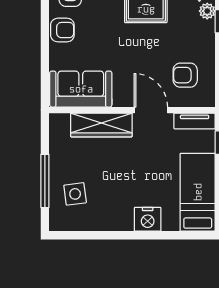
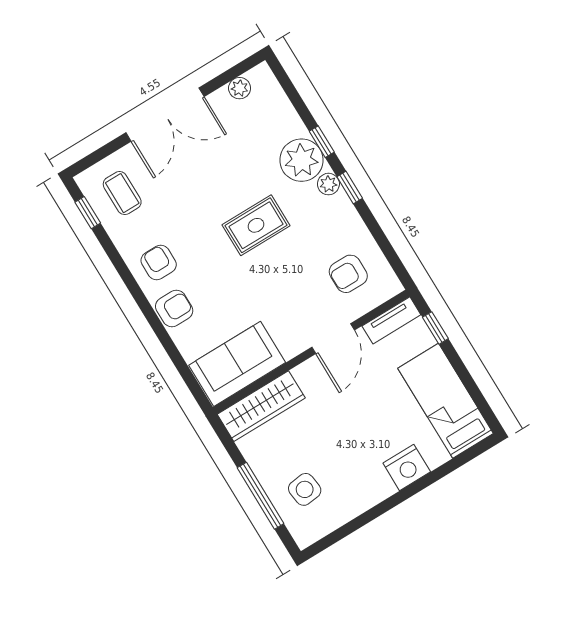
door: (151, 110) -> (333, 339), swing flipped
wardrobe: (101, 125) -> (261, 406), moved

